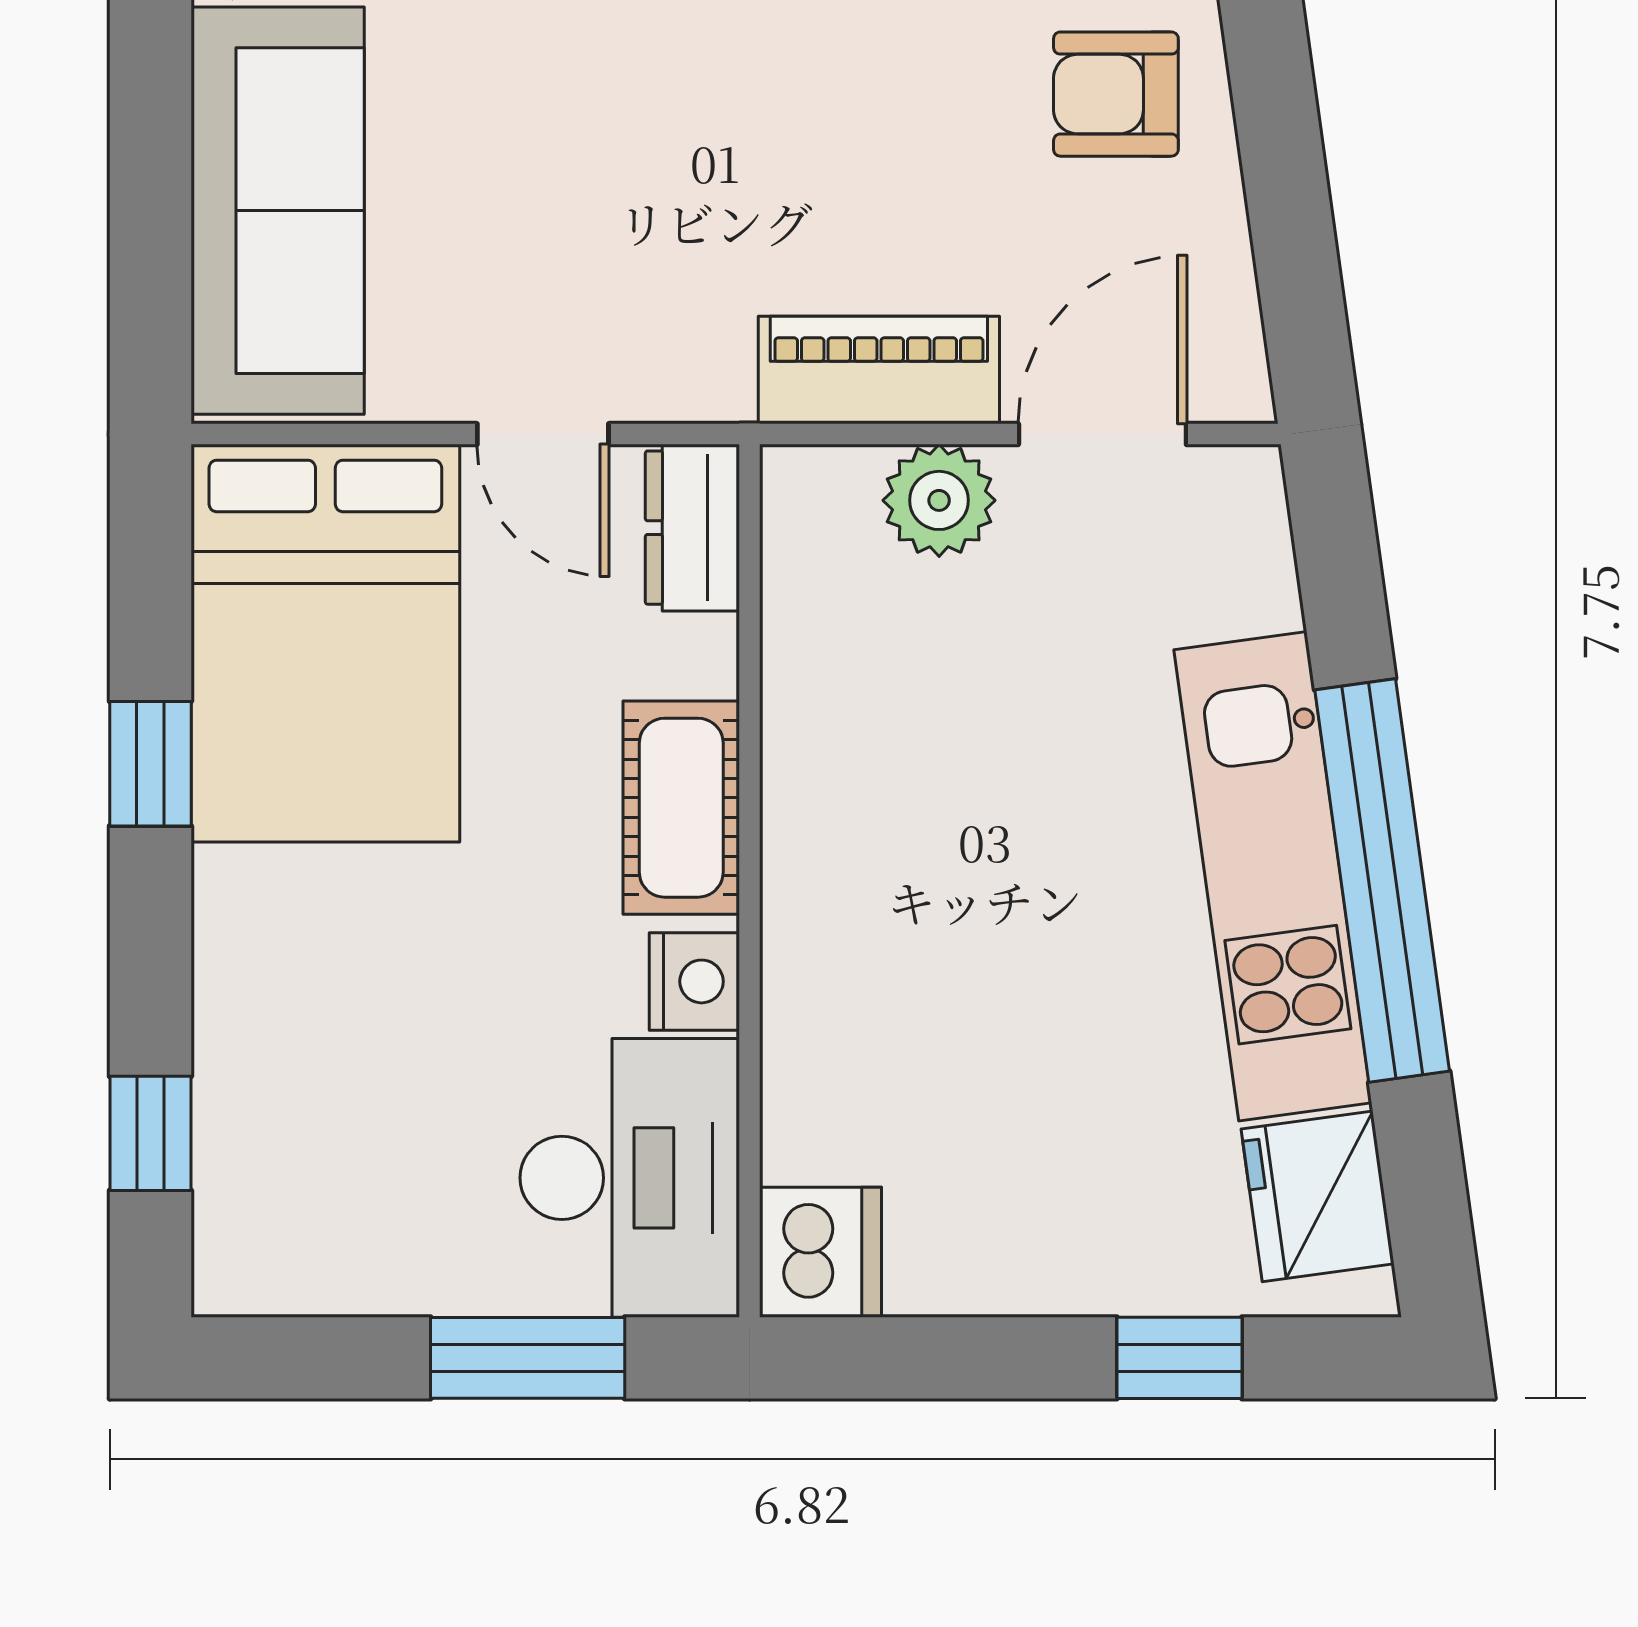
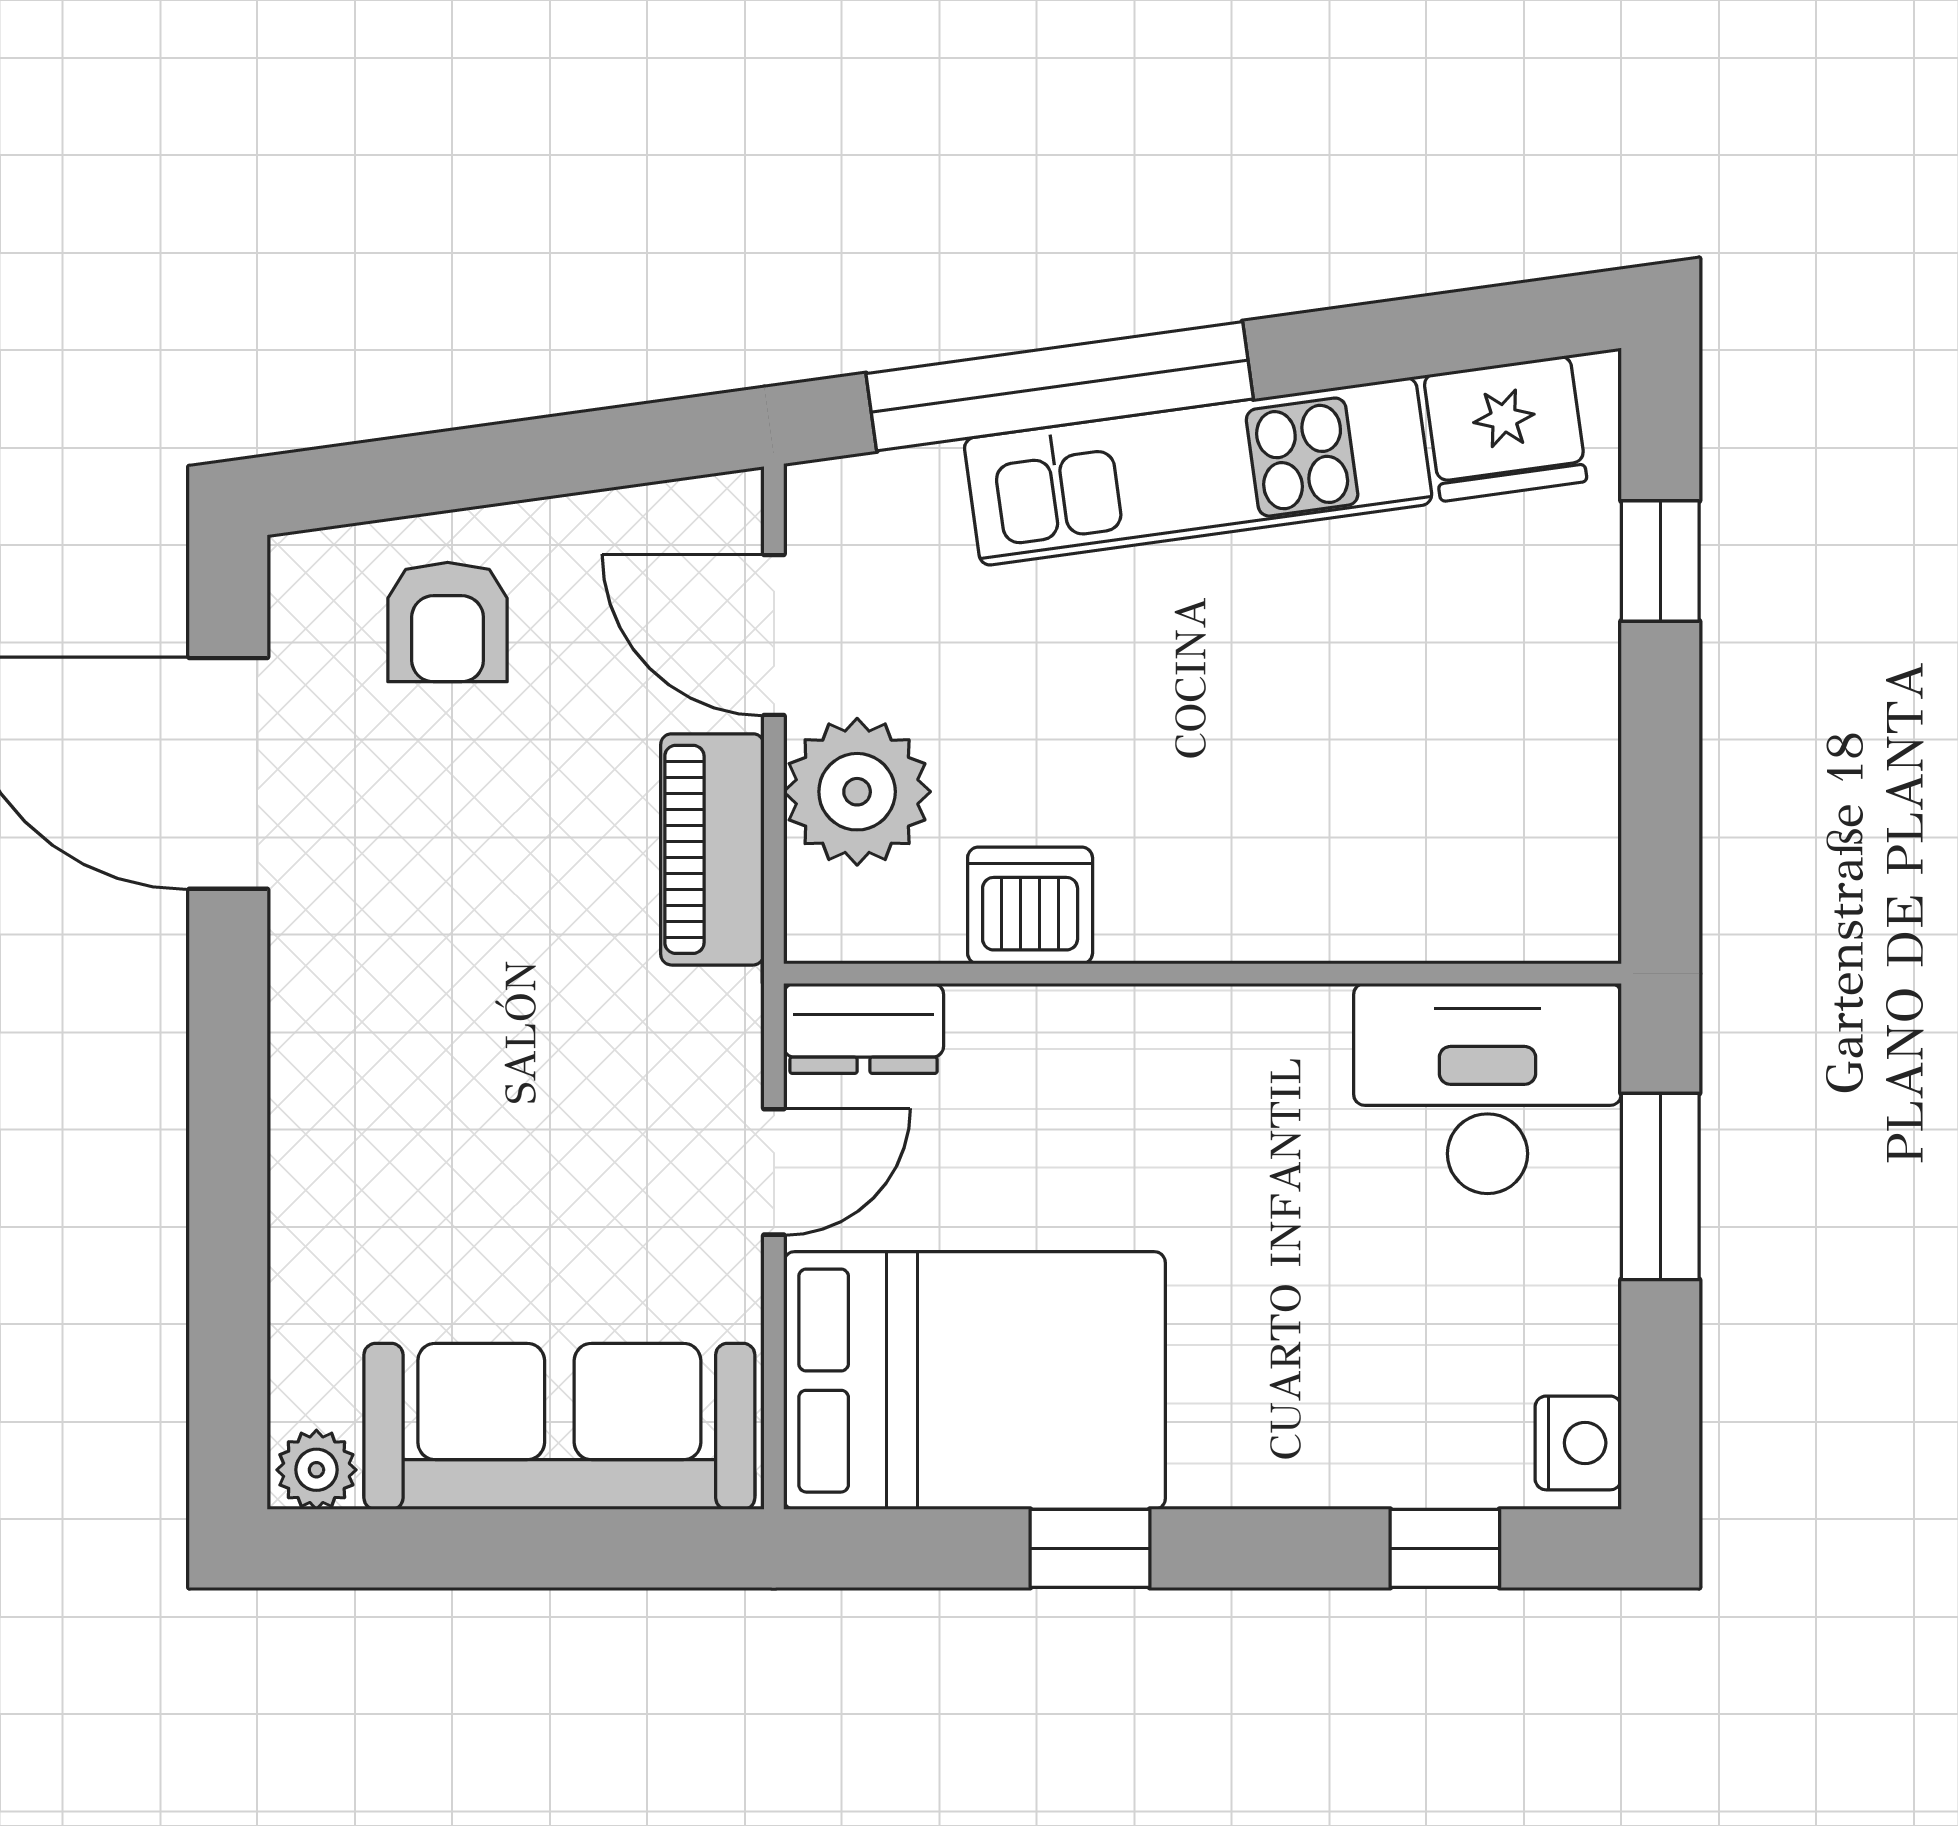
plant: (939, 500) -> (857, 792), width x1.36, depth x1.36
cot: (681, 808) -> (1132, 1039), removed
window: (1382, 881) -> (1060, 386), moved
nightstand: (694, 981) -> (1578, 1443), moved, turned 90
dishwasher: (820, 1252) -> (1030, 905), moved

